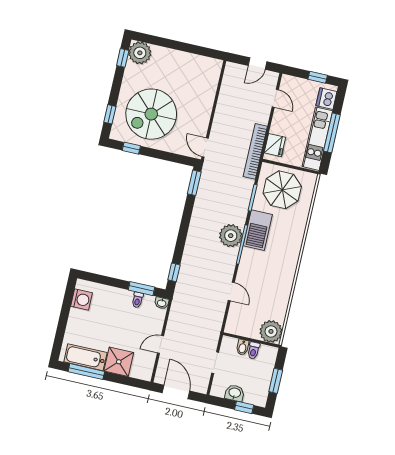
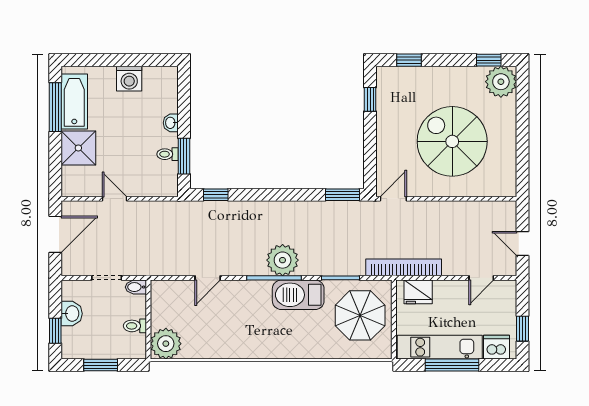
spiral stairs: (151, 114) -> (452, 141), moved
washing machine: (82, 299) -> (129, 79), moved
washbasin: (162, 303) -> (171, 123), moved
bidet: (243, 347) -> (136, 287), moved

